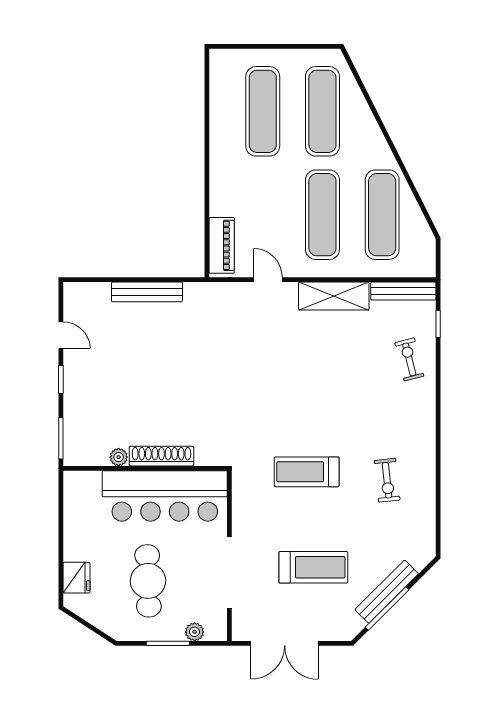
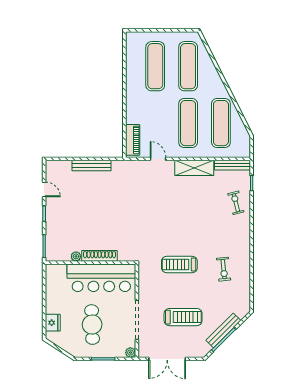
plant: (195, 632) -> (130, 353), moved

